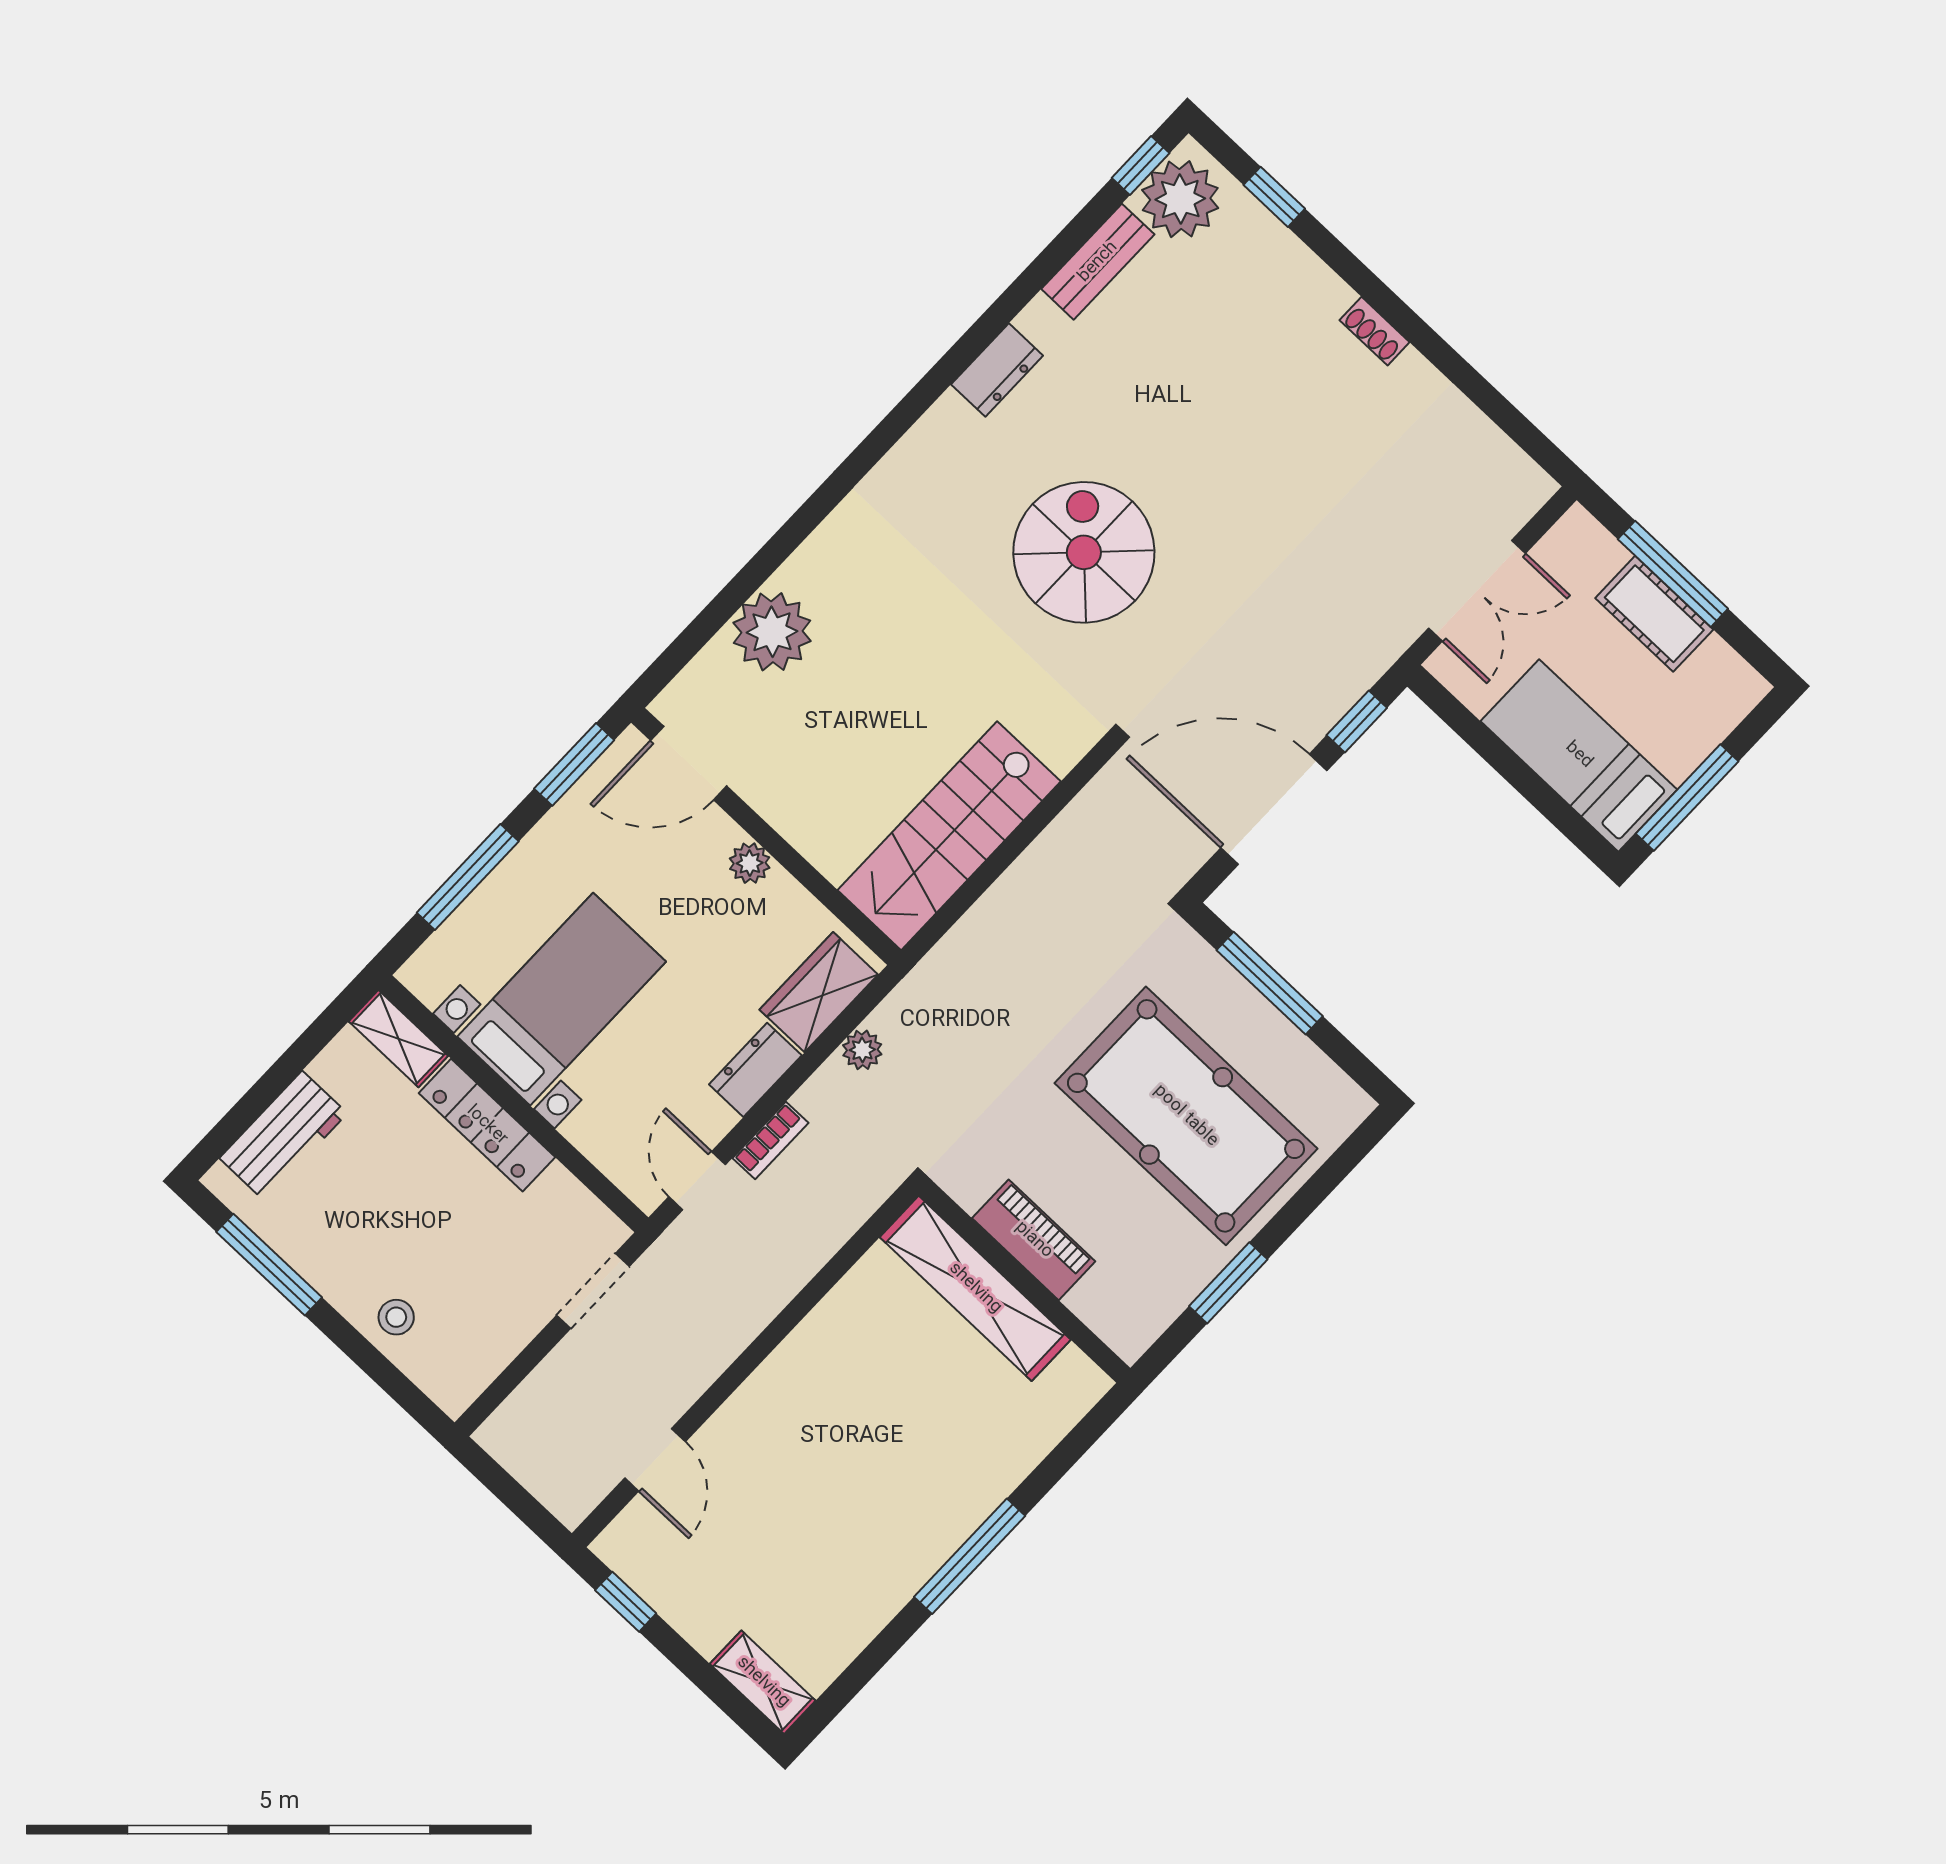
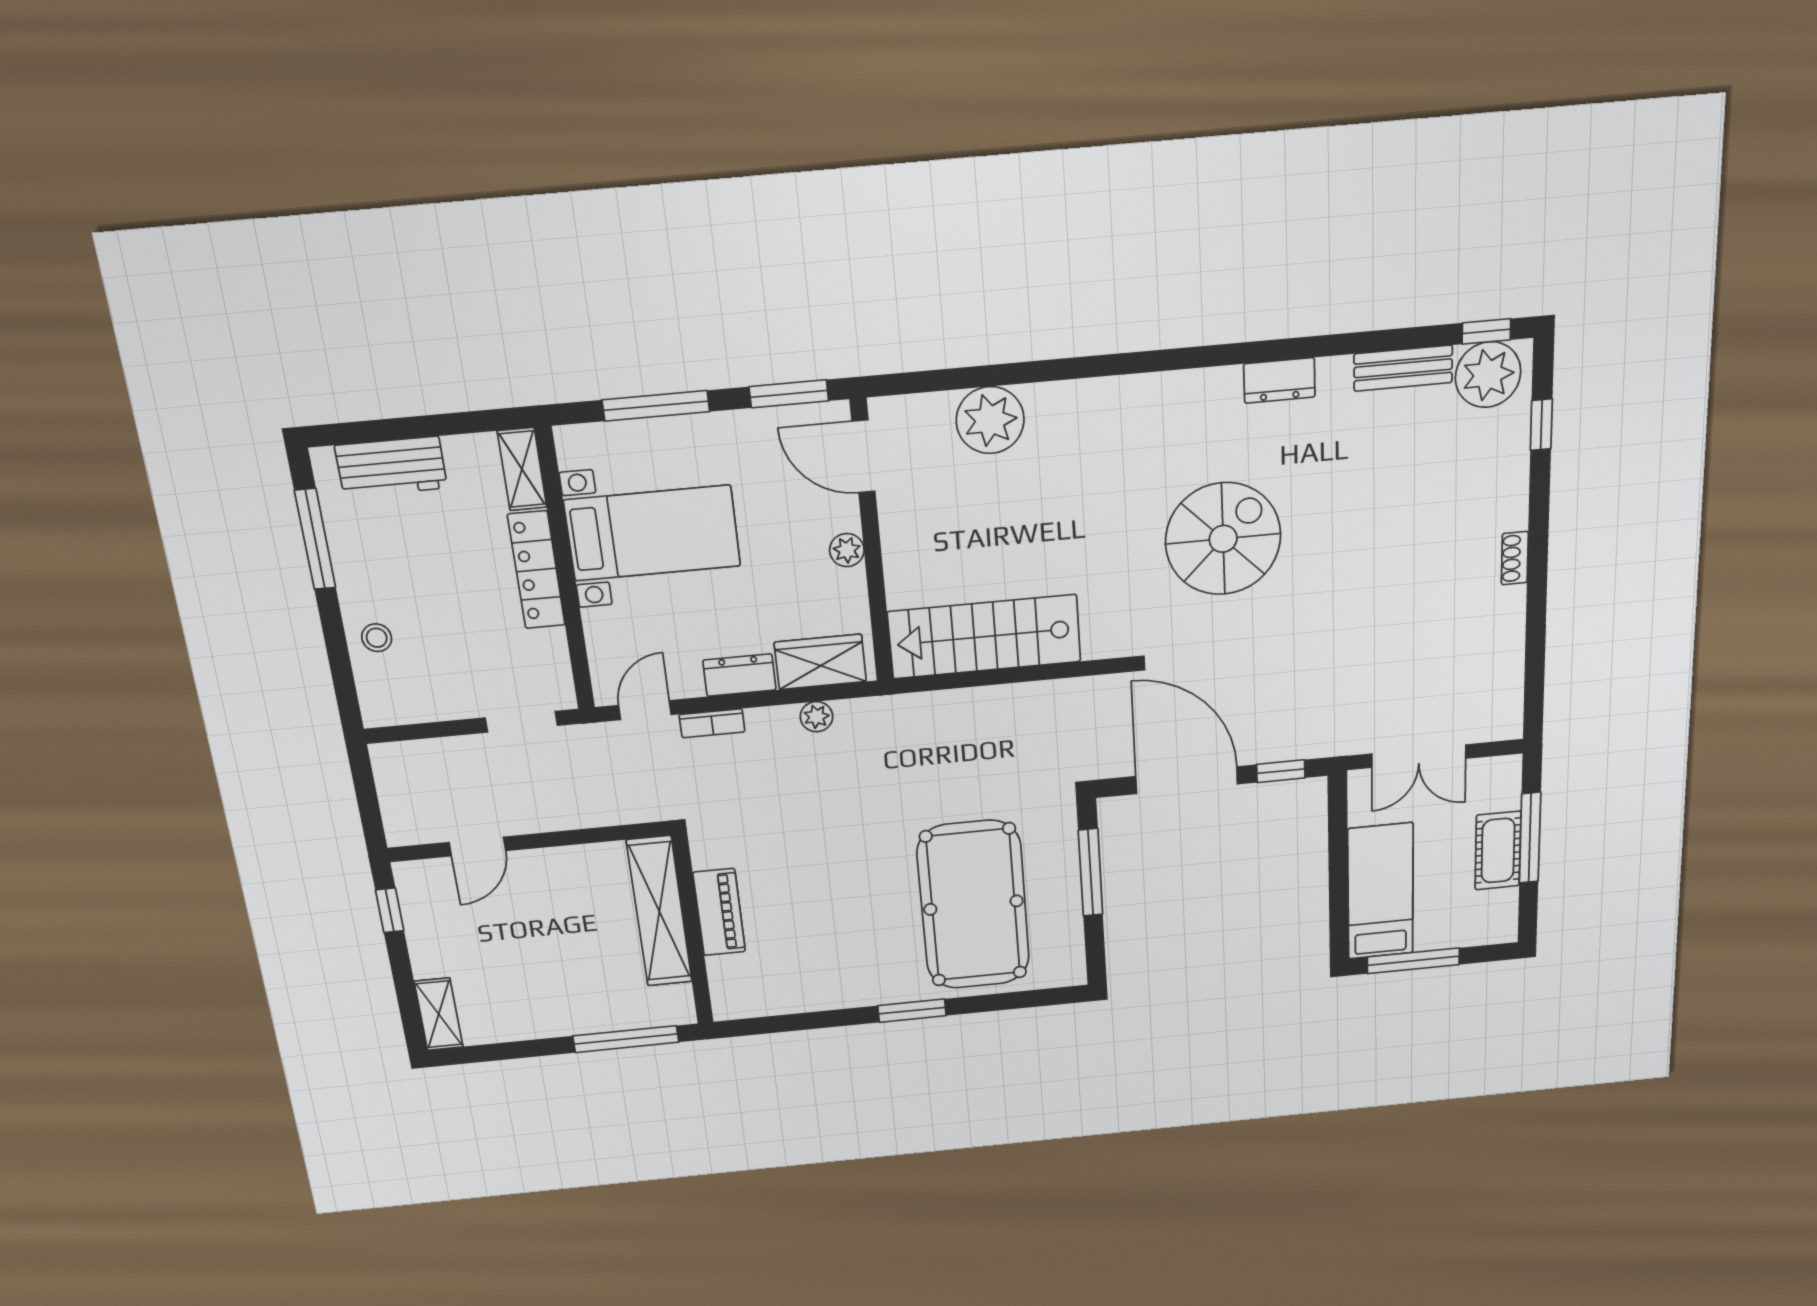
piano: (1034, 1240) -> (719, 912), moved
wall: (1025, 1282) -> (693, 930), moved
shelving: (975, 1288) -> (659, 912), moved

